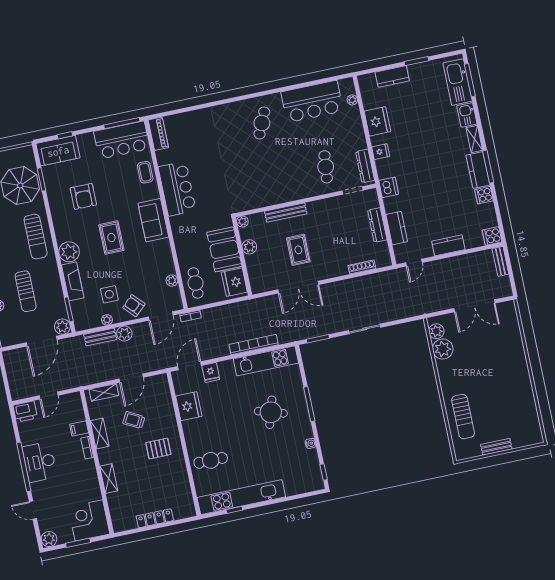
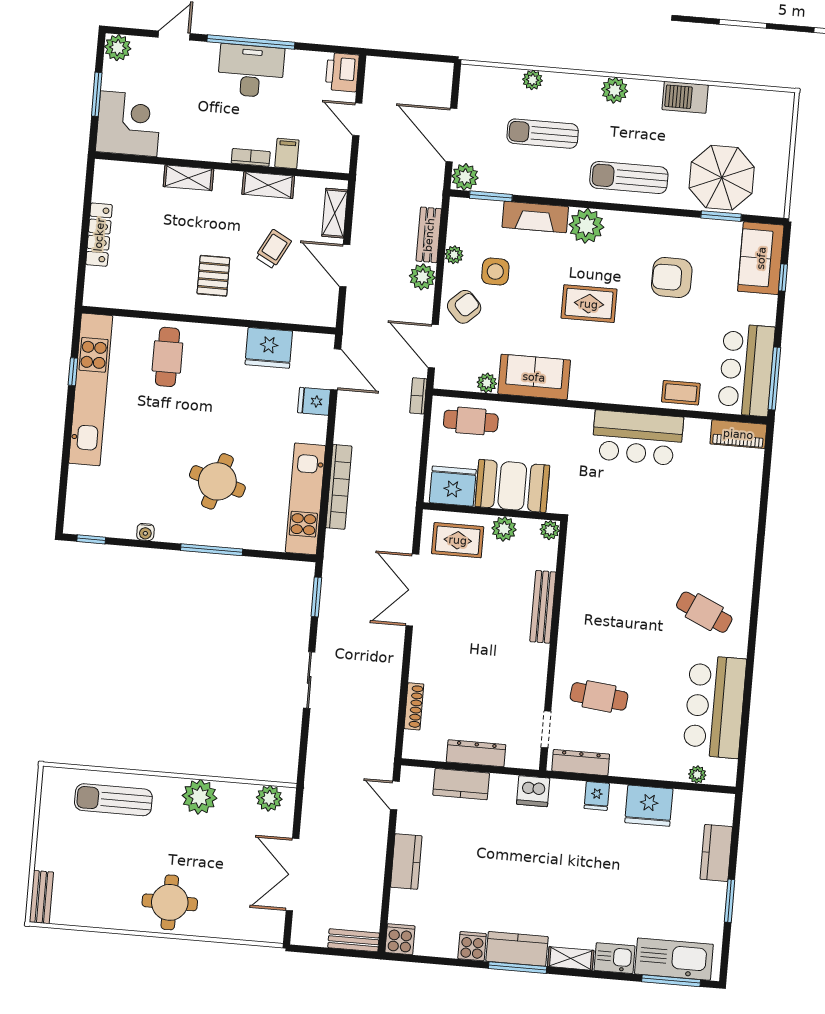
sofa: (153, 220) -> (534, 377), moved
rug: (298, 250) -> (458, 540), moved
plant: (443, 349) -> (199, 797), moved
round table: (510, 369) -> (170, 902), added
bench: (496, 447) -> (41, 897), moved

